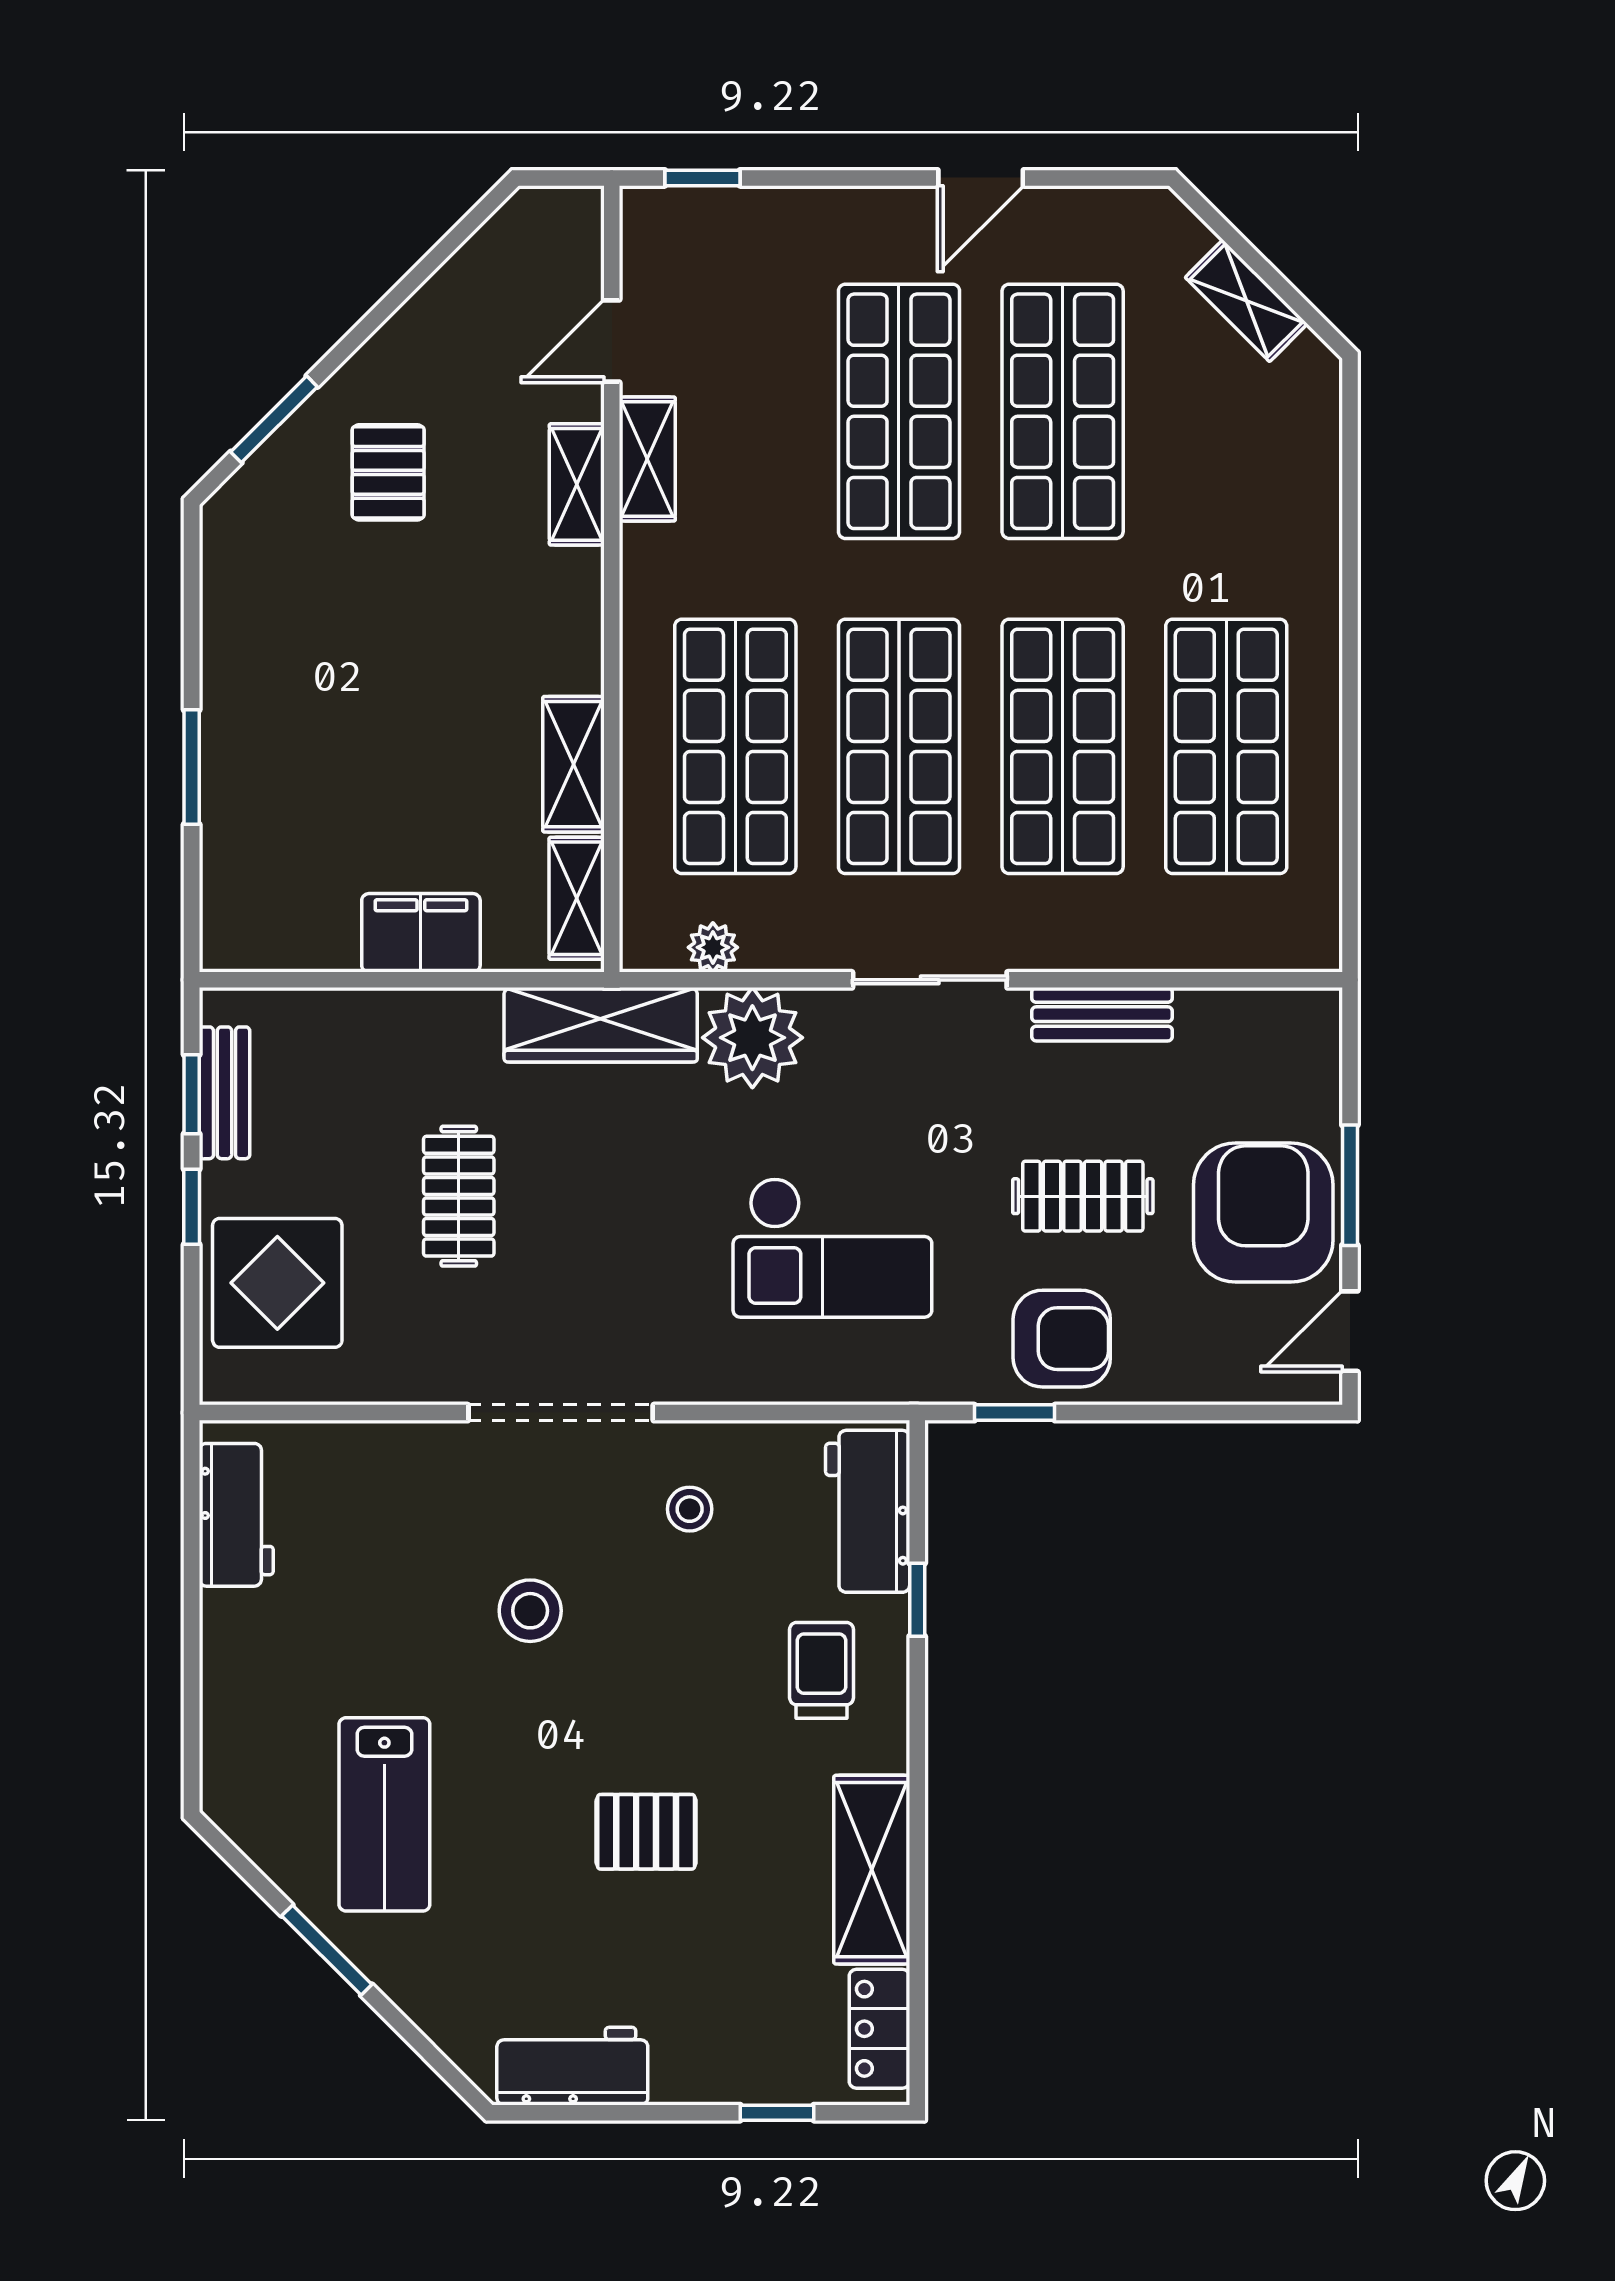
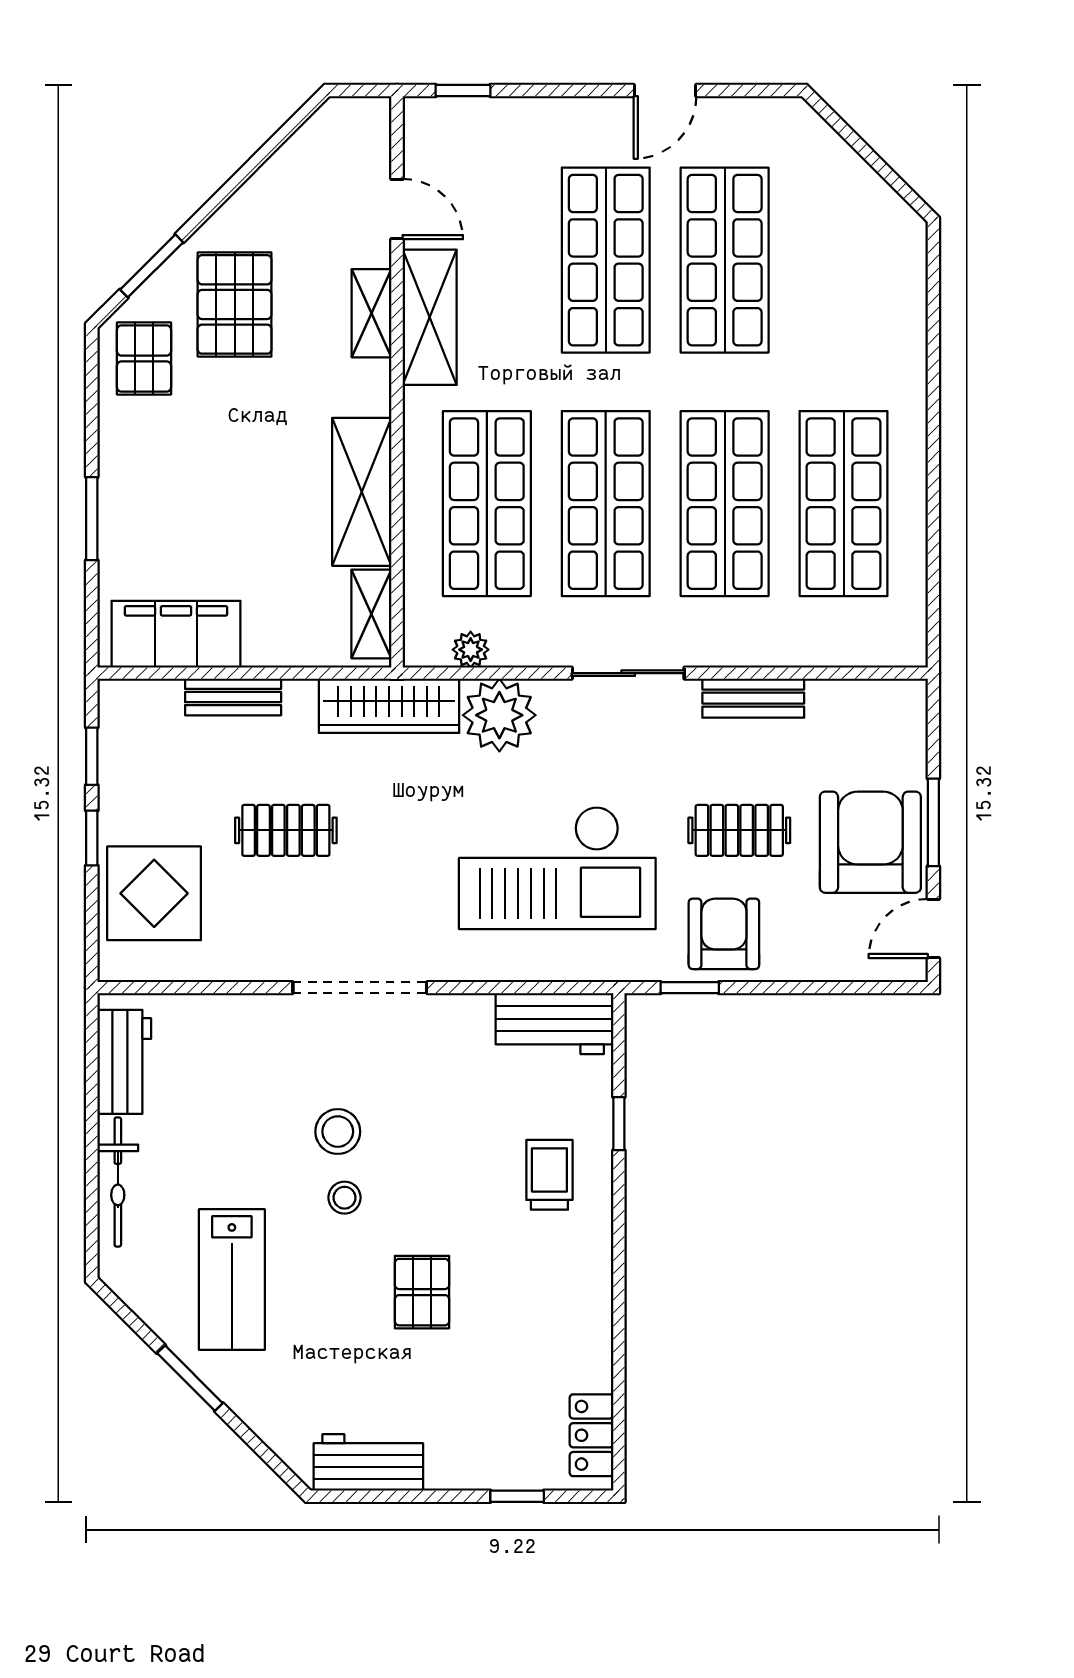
shelving: (1246, 301) -> (858, 180), removed
door: (612, 341) -> (397, 209), swing flipped
shelving: (647, 459) -> (430, 317), width x1.50, depth x1.33
pallet: (388, 472) -> (235, 304), width x1.50, depth x1.42
pallet: (263, 547) -> (144, 358), added
shelving: (573, 764) -> (362, 492), width x1.50, depth x1.33
filing cabinet: (421, 933) -> (176, 634), moved, width x1.50, depth x1.17
bench: (224, 1093) -> (233, 697), moved, turned 90
clothes rail: (459, 1196) -> (286, 830), turned 90
checkout: (832, 1248) -> (557, 868), width x1.36, depth x1.21
armchair: (1062, 1339) -> (724, 934), turned -90
stool: (690, 1509) -> (345, 1198), moved
workbench: (868, 1511) -> (554, 1024), moved, turned -90
bicycle: (227, 1680) -> (118, 1182), added
pallet: (646, 1832) -> (422, 1292), turned 90
shelving: (872, 1870) -> (586, 1320), removed

